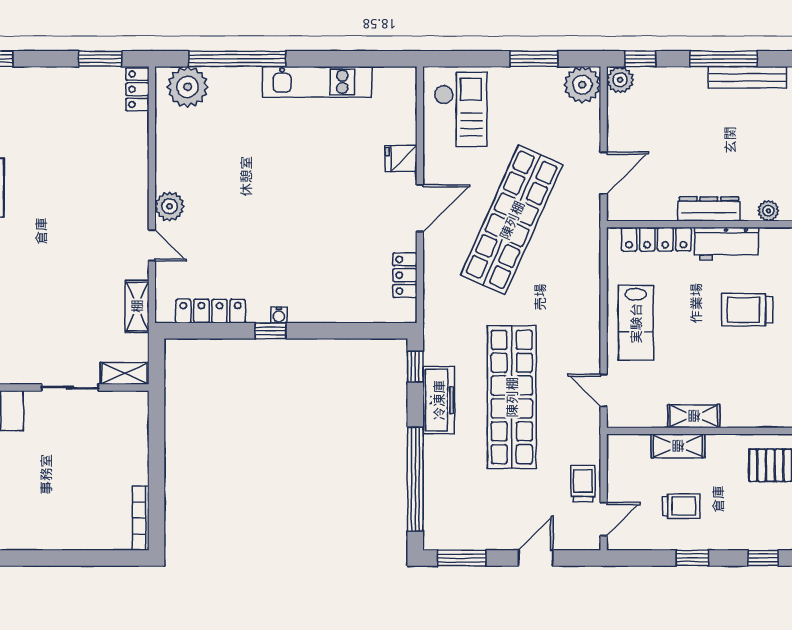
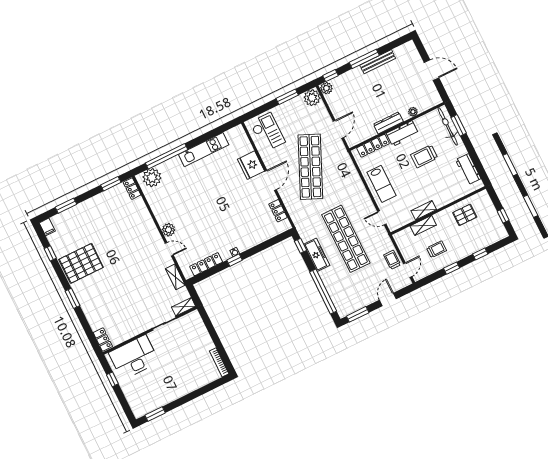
fridge: (401, 159) -> (251, 165), width x1.88, depth x1.34

